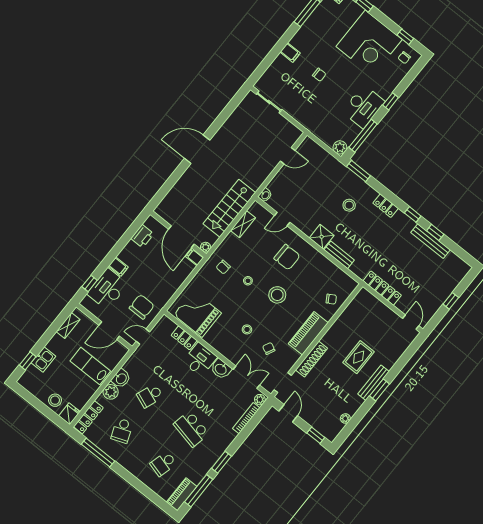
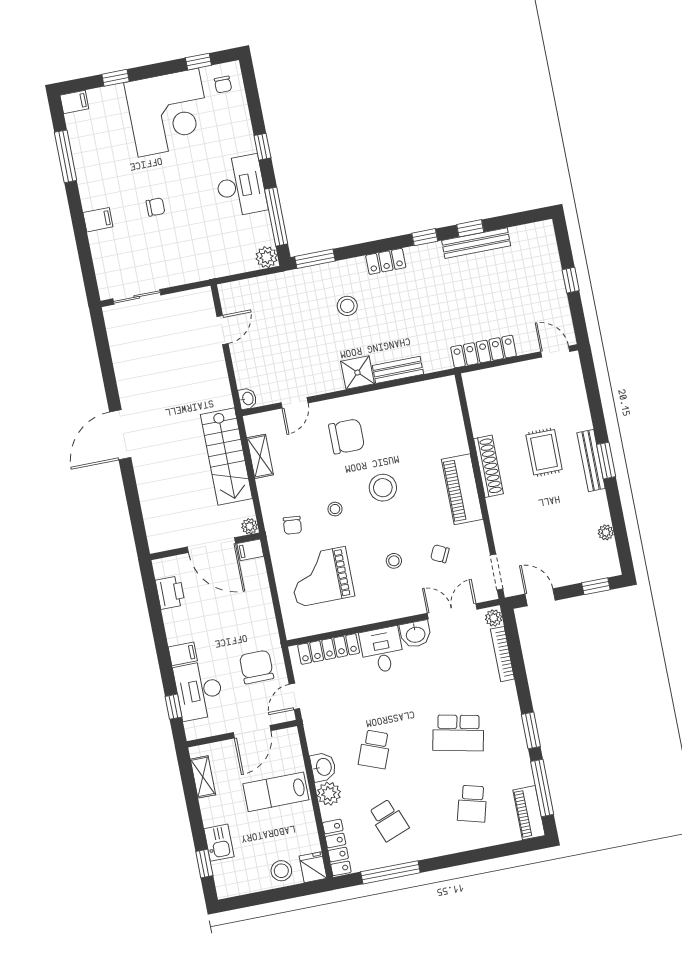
chair: (331, 299) -> (444, 426), removed
grand piano: (198, 314) -> (321, 577), moved
locker: (184, 338) -> (329, 649), width x1.53
shoe rack: (312, 359) -> (488, 466), moved

